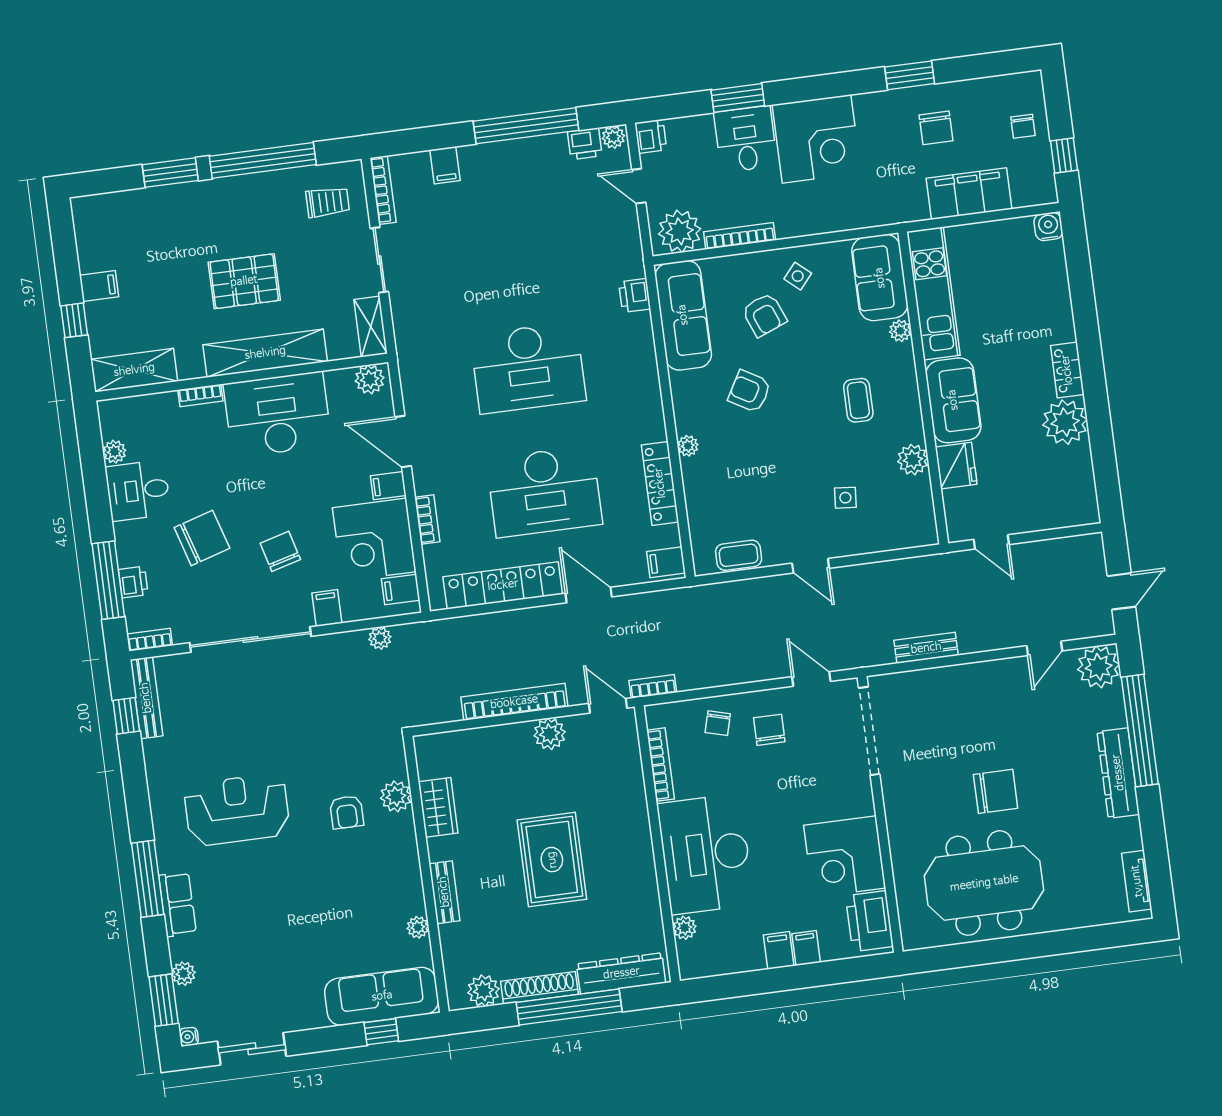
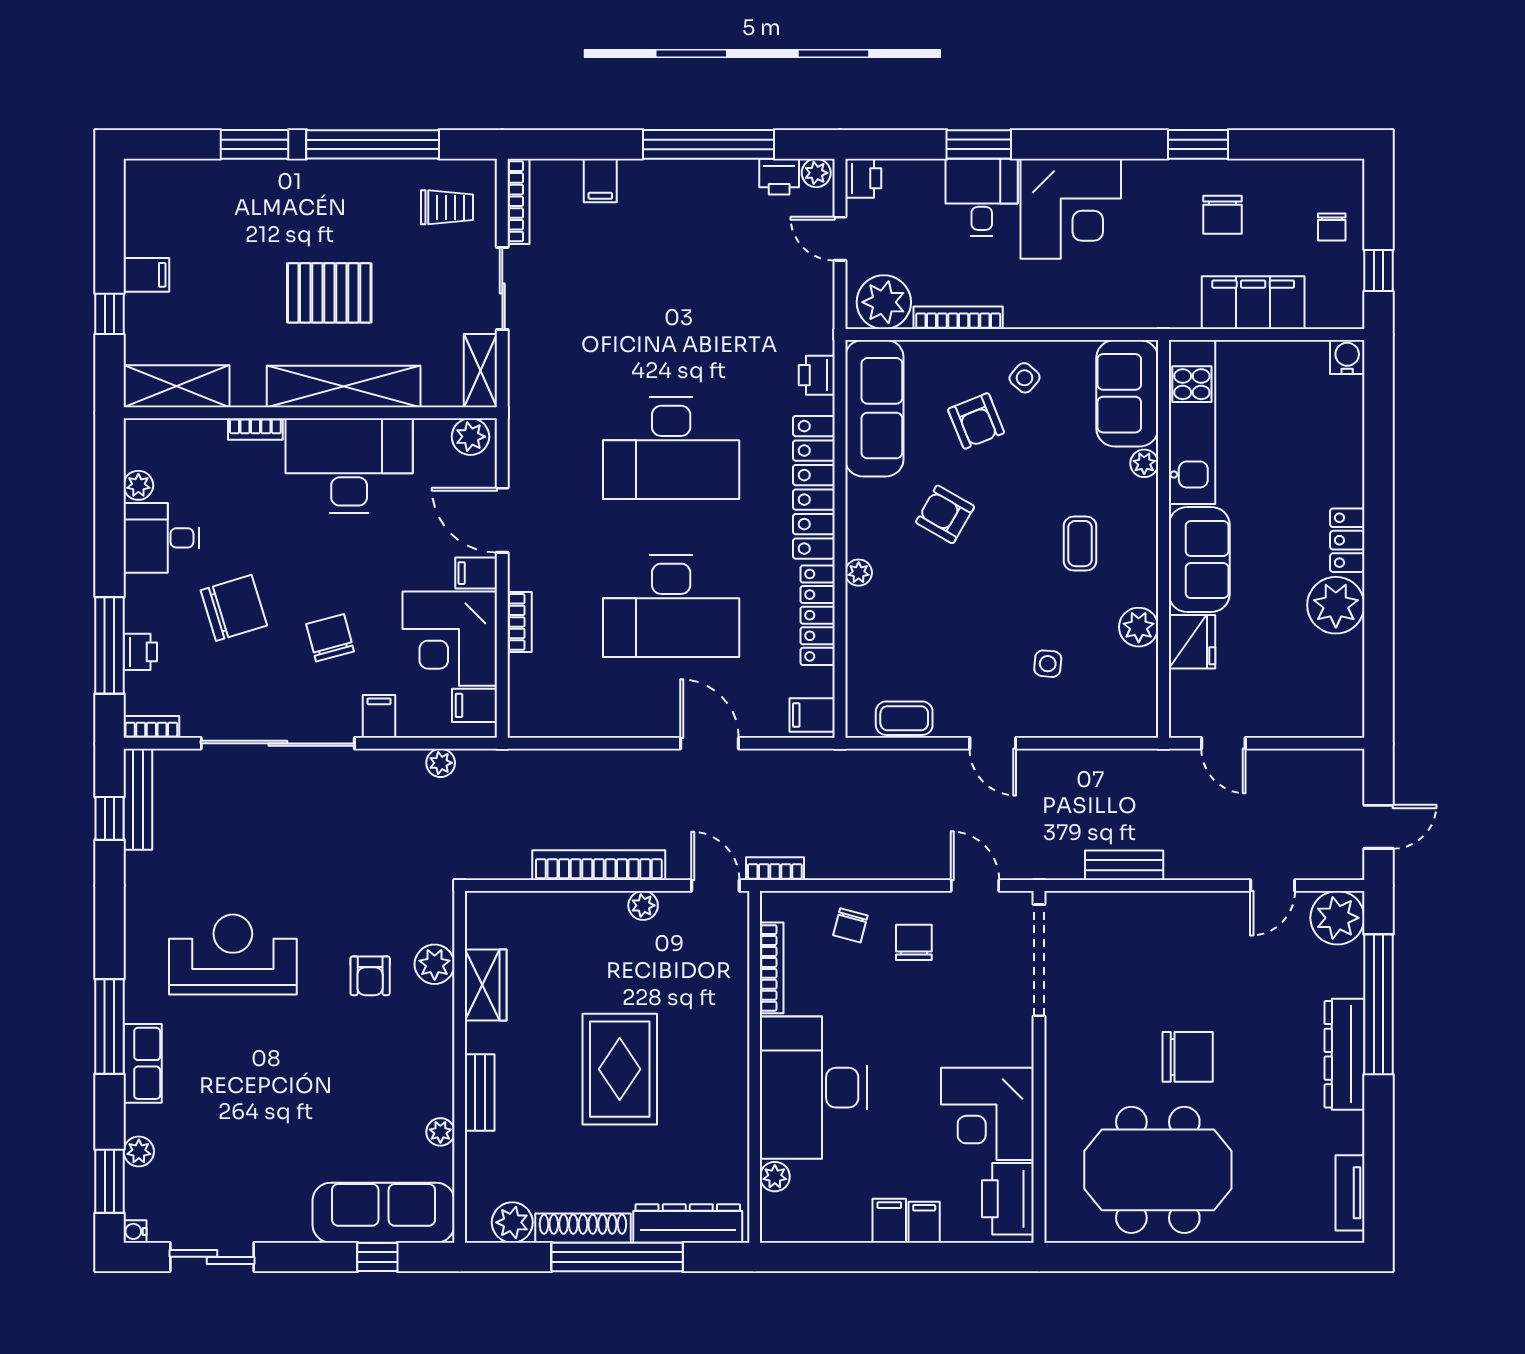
locker: (503, 585) -> (814, 487), moved, turned -90
plant: (550, 734) -> (643, 905), width x0.73, depth x0.73

